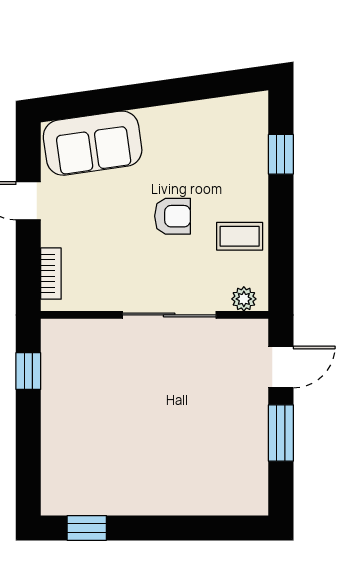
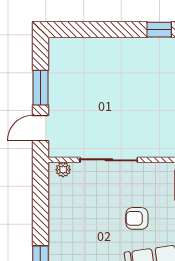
armchair: (173, 216) -> (137, 218), moved
coffee table: (240, 236) -> (66, 208), removed

